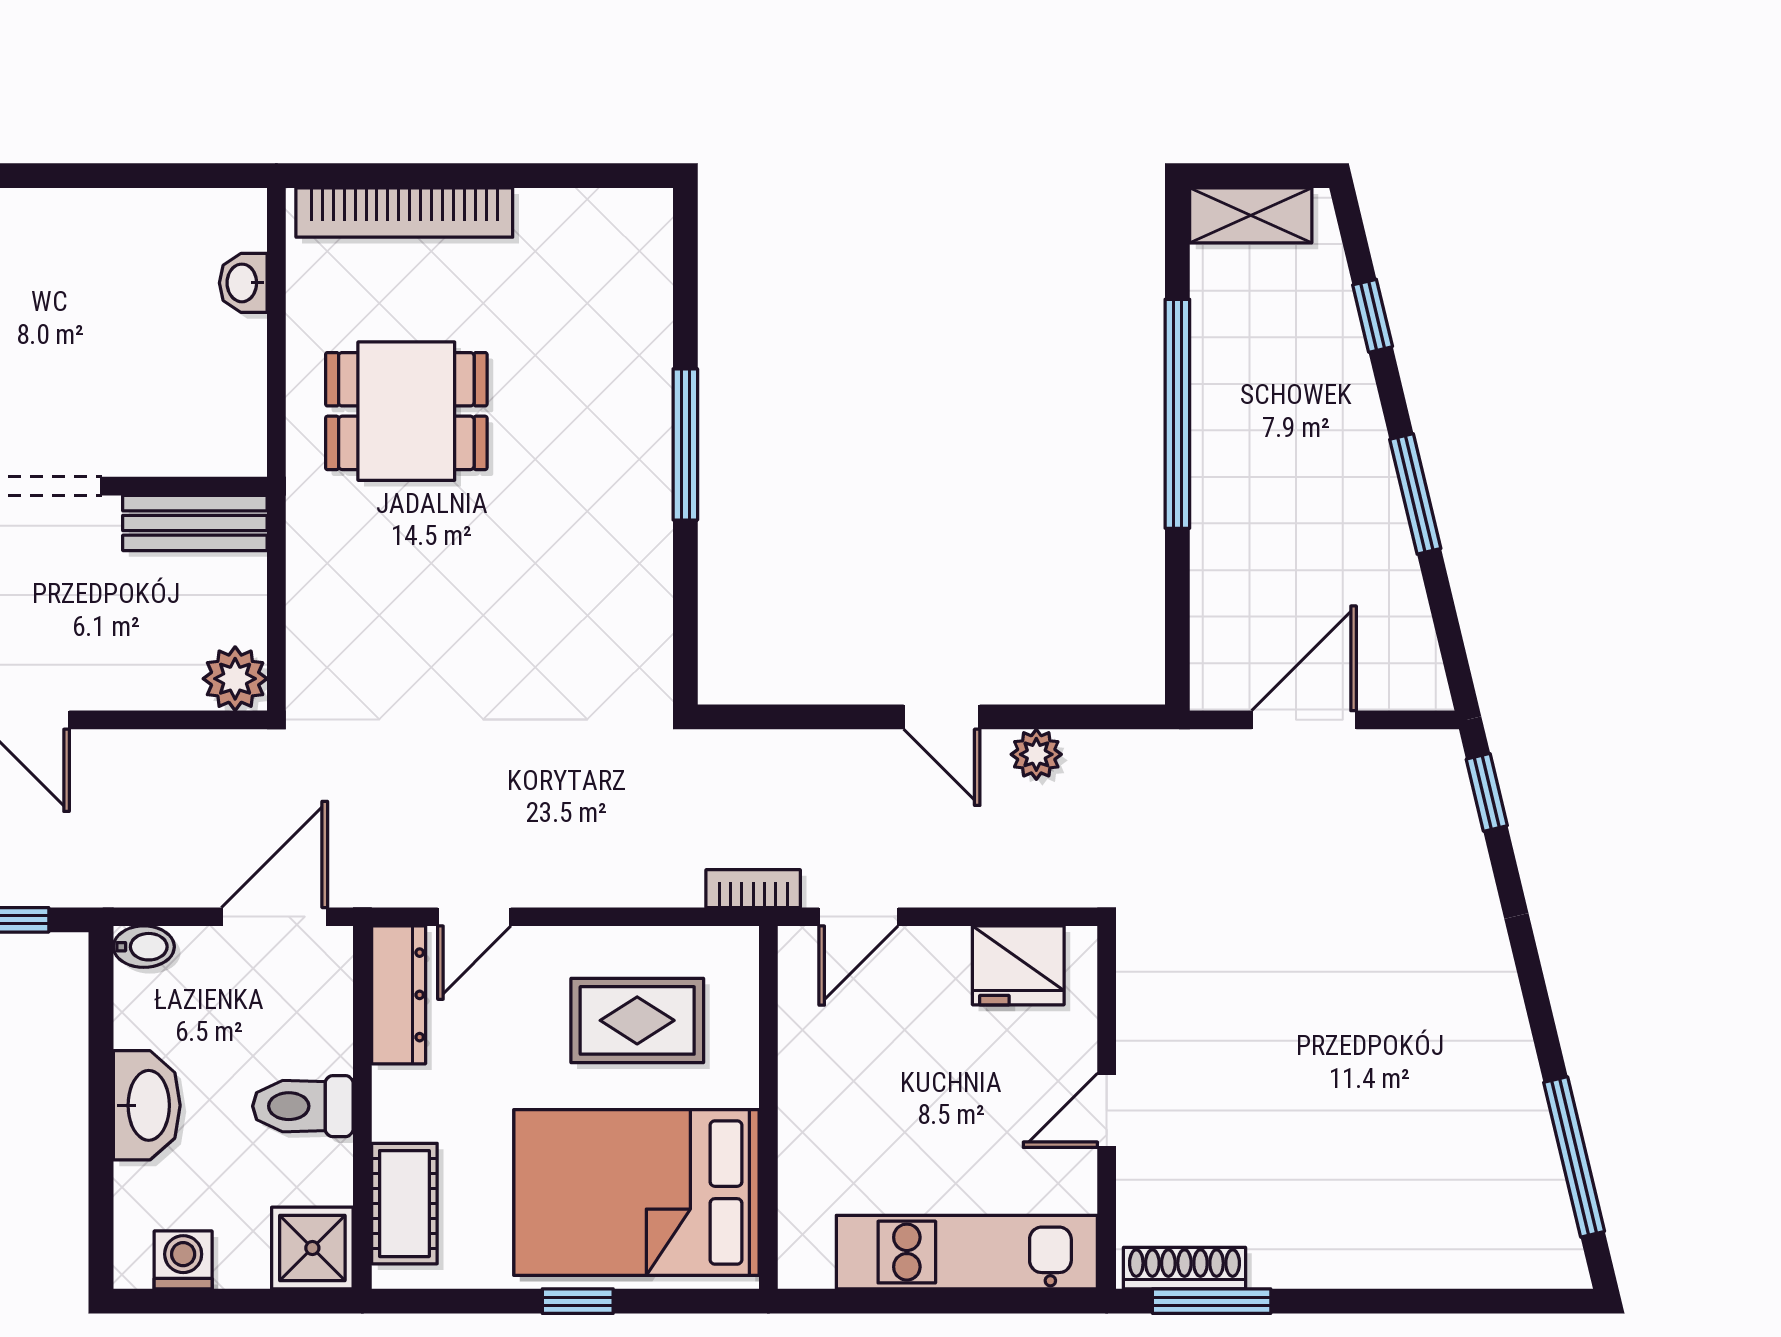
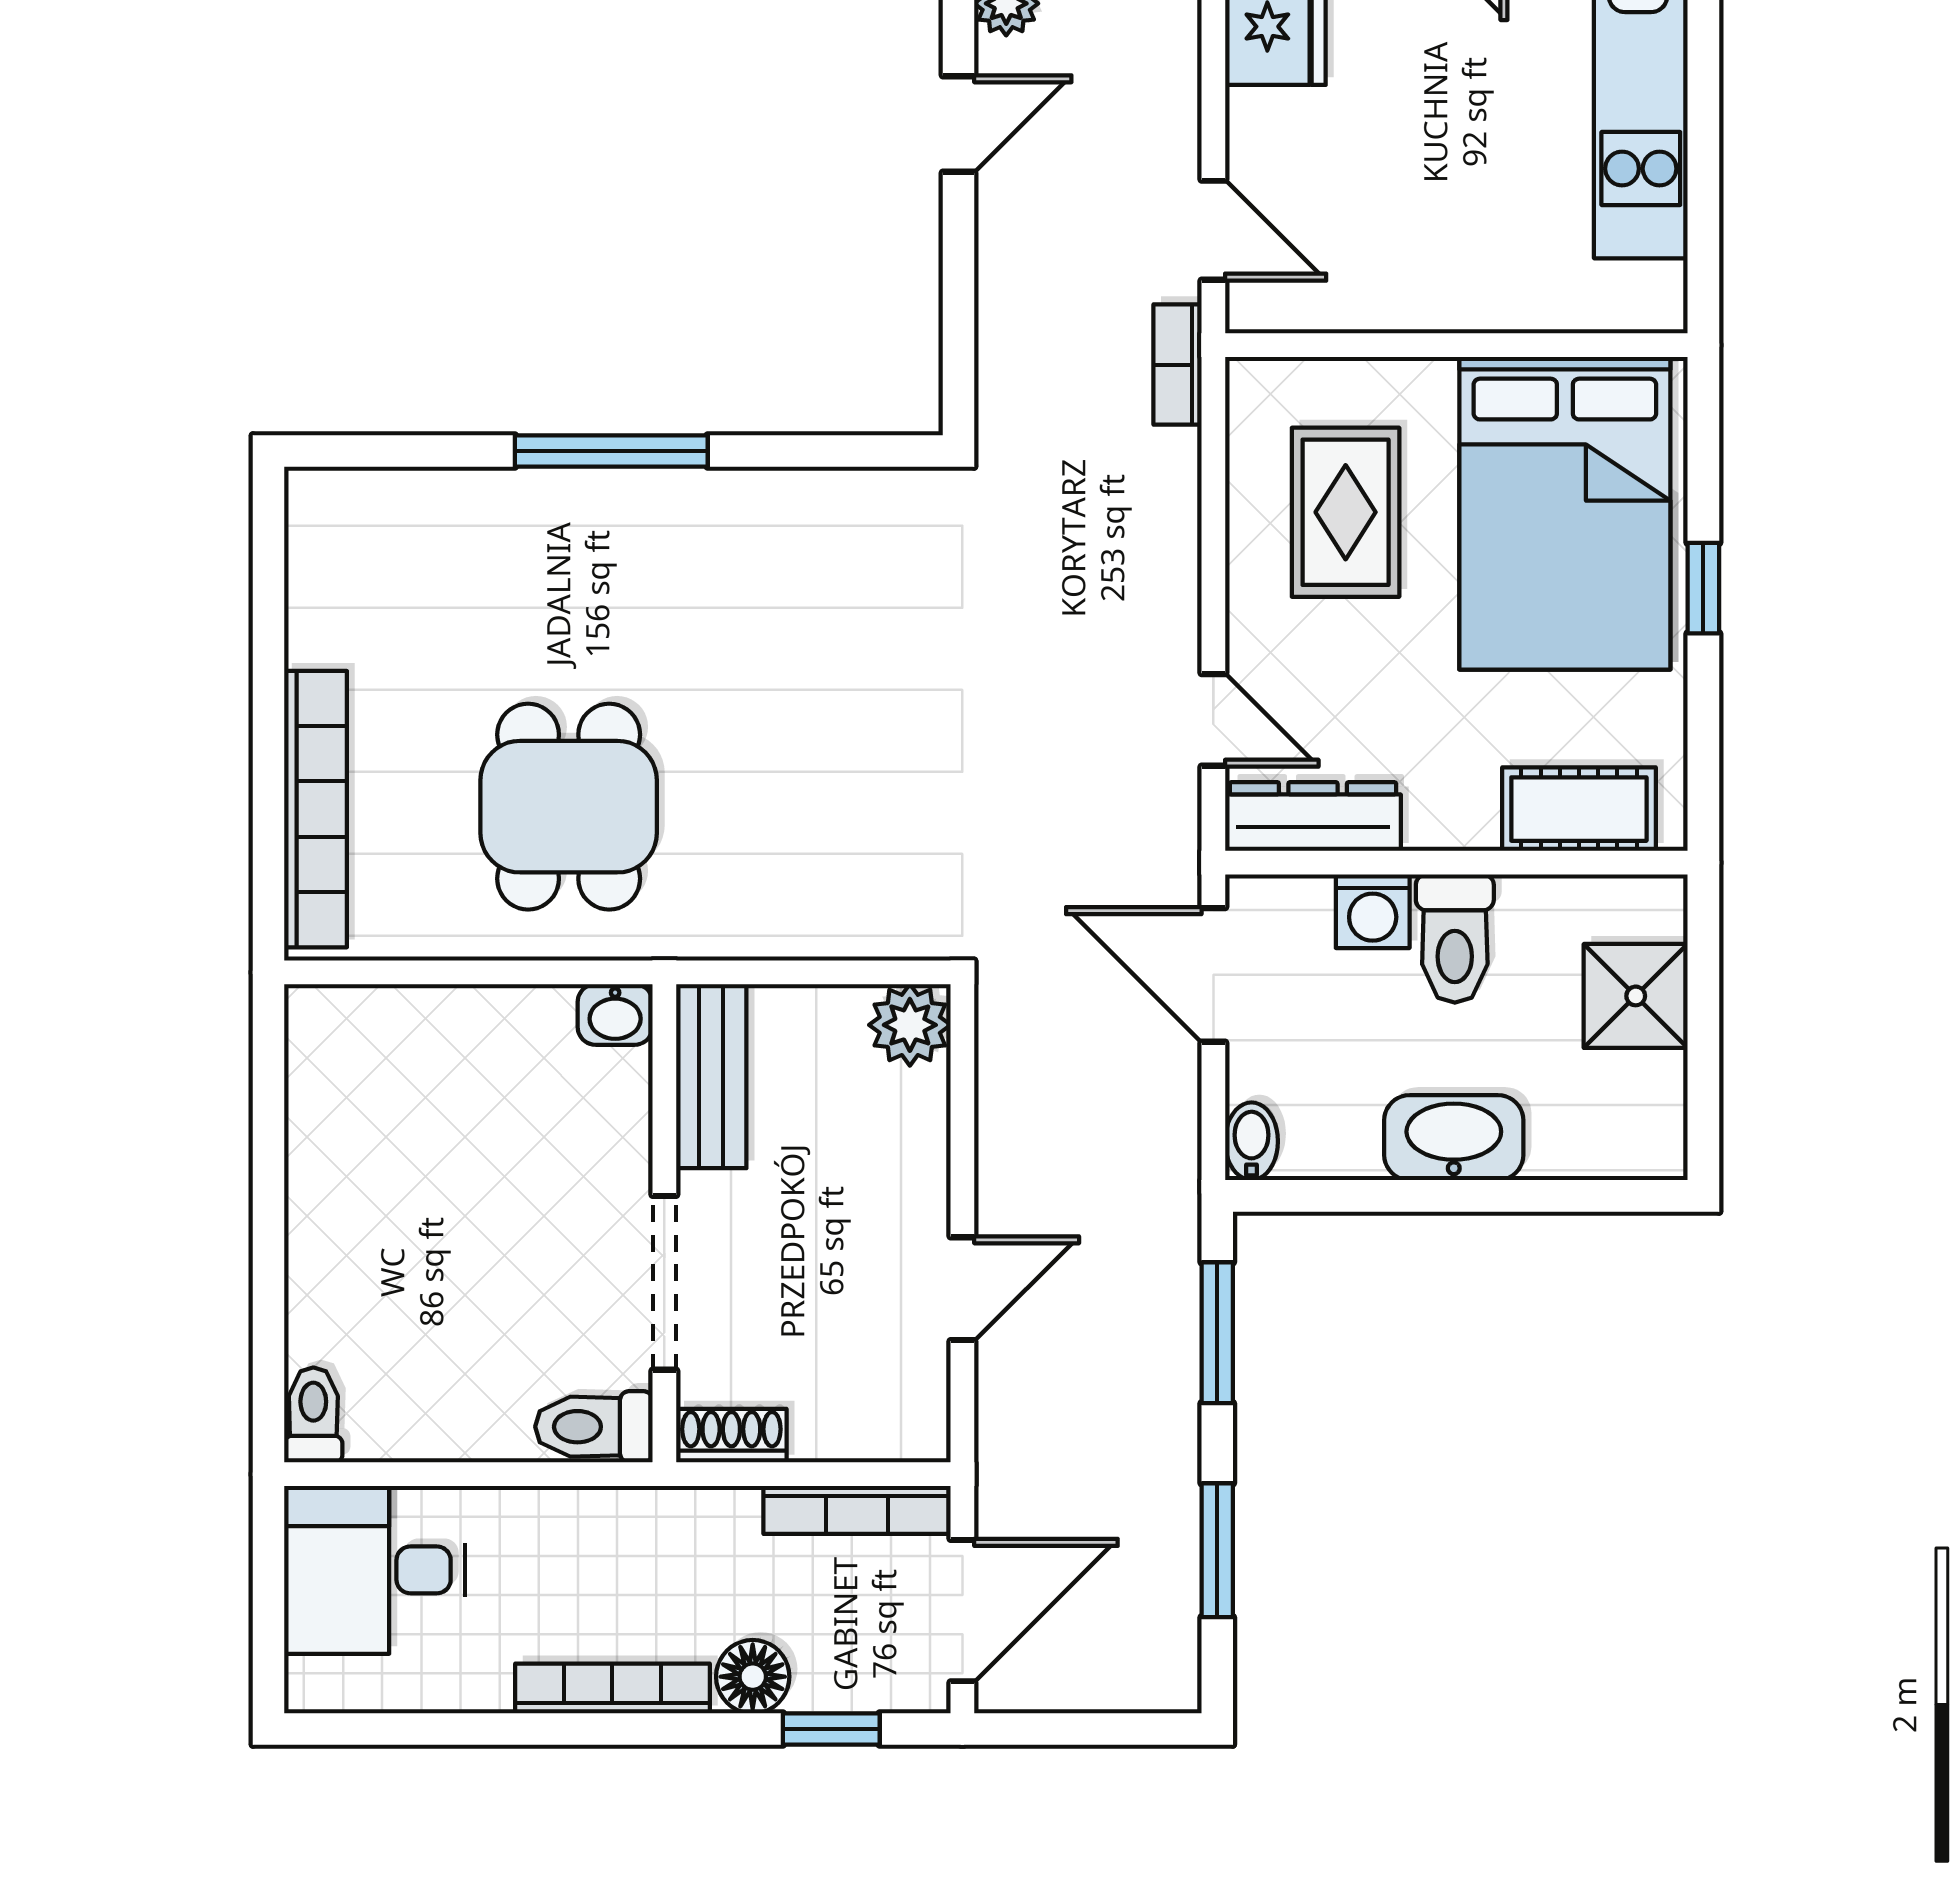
washbasin: (243, 283) -> (615, 1015), moved
shower: (312, 1248) -> (1636, 996), moved
washing machine: (183, 1260) -> (1373, 911), moved, turned -90

